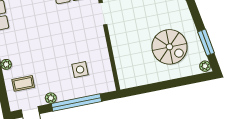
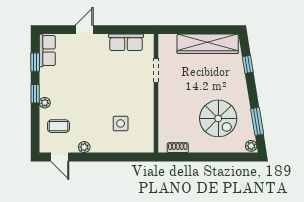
shoe rack: (137, 81) -> (178, 148), added
window: (76, 103) -> (110, 157), removed

